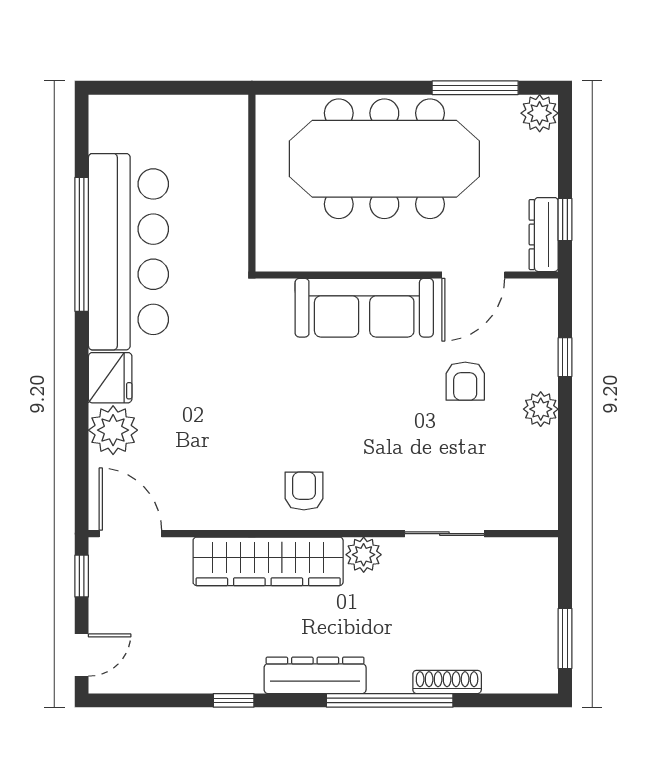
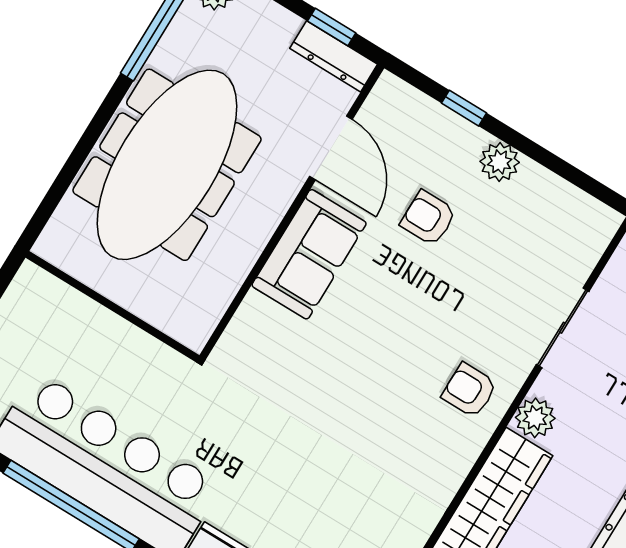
sofa: (364, 308) -> (309, 254), width x0.73
armchair: (465, 381) -> (428, 218), turned 180
armchair: (304, 491) -> (469, 390), moved

